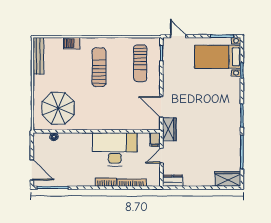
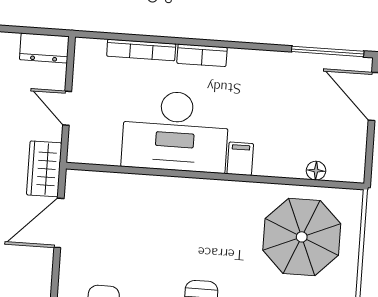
door: (161, 107) -> (59, 223), swing flipped
filing cabinet: (155, 139) -> (240, 159), moved
door: (161, 156) -> (67, 108), swing flipped

